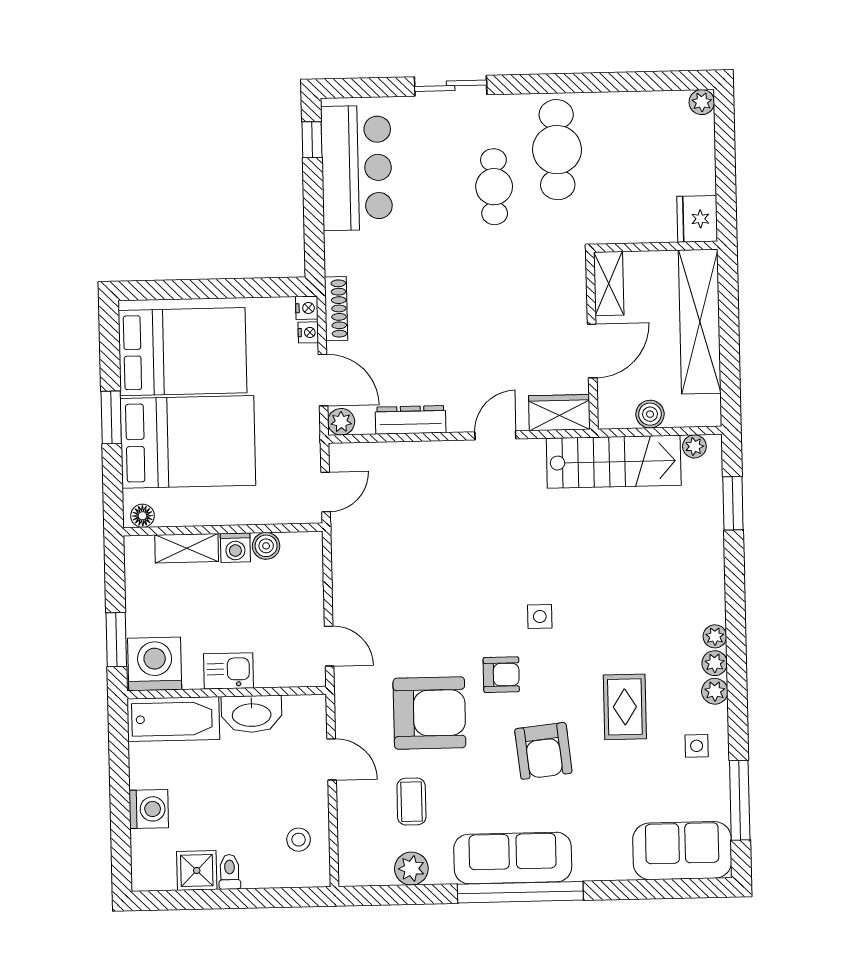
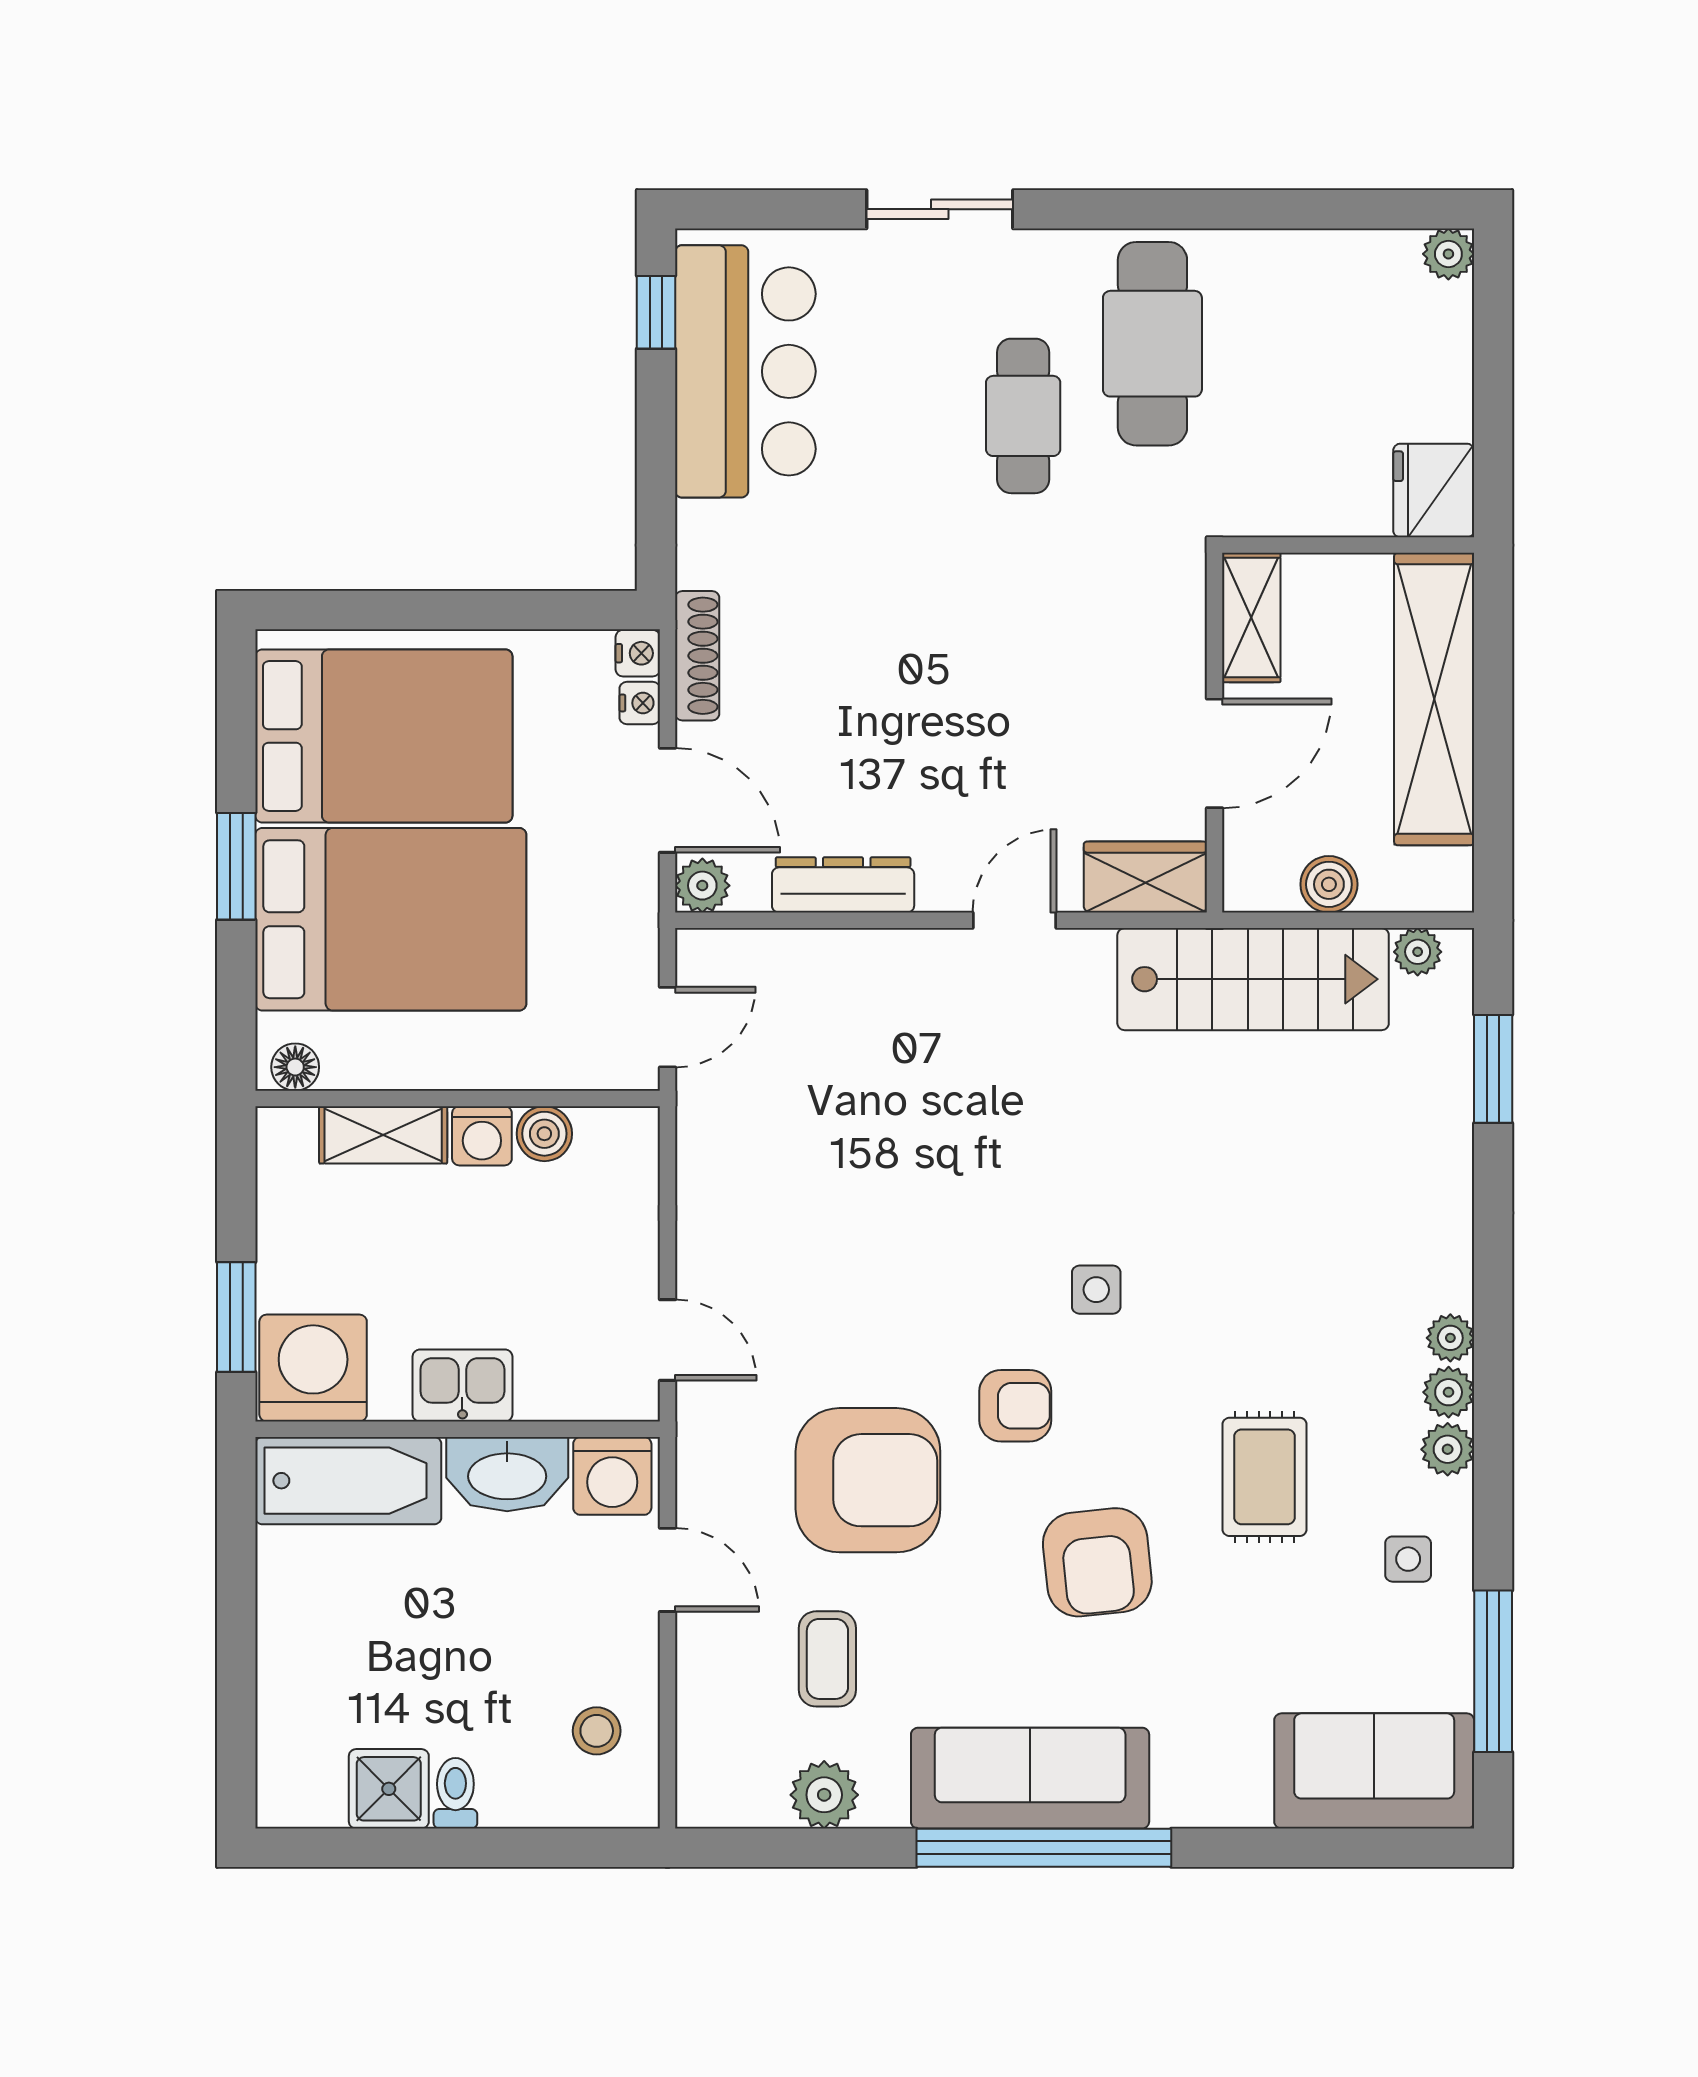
washing machine: (149, 809) -> (612, 1476), moved, turned 90

